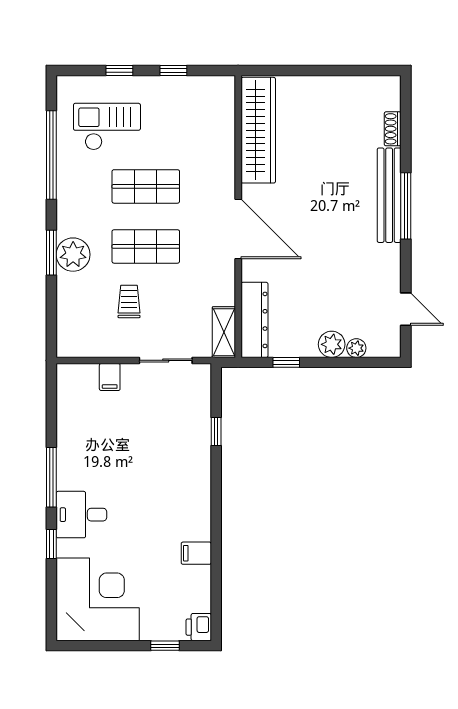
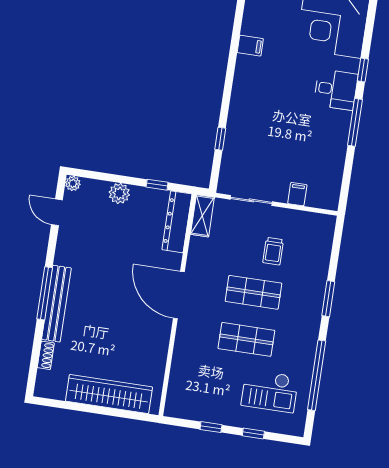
wardrobe: (258, 130) -> (109, 394), moved, turned 90
plant: (73, 255) -> (312, 295), removed
plant: (356, 348) -> (73, 183), moved

